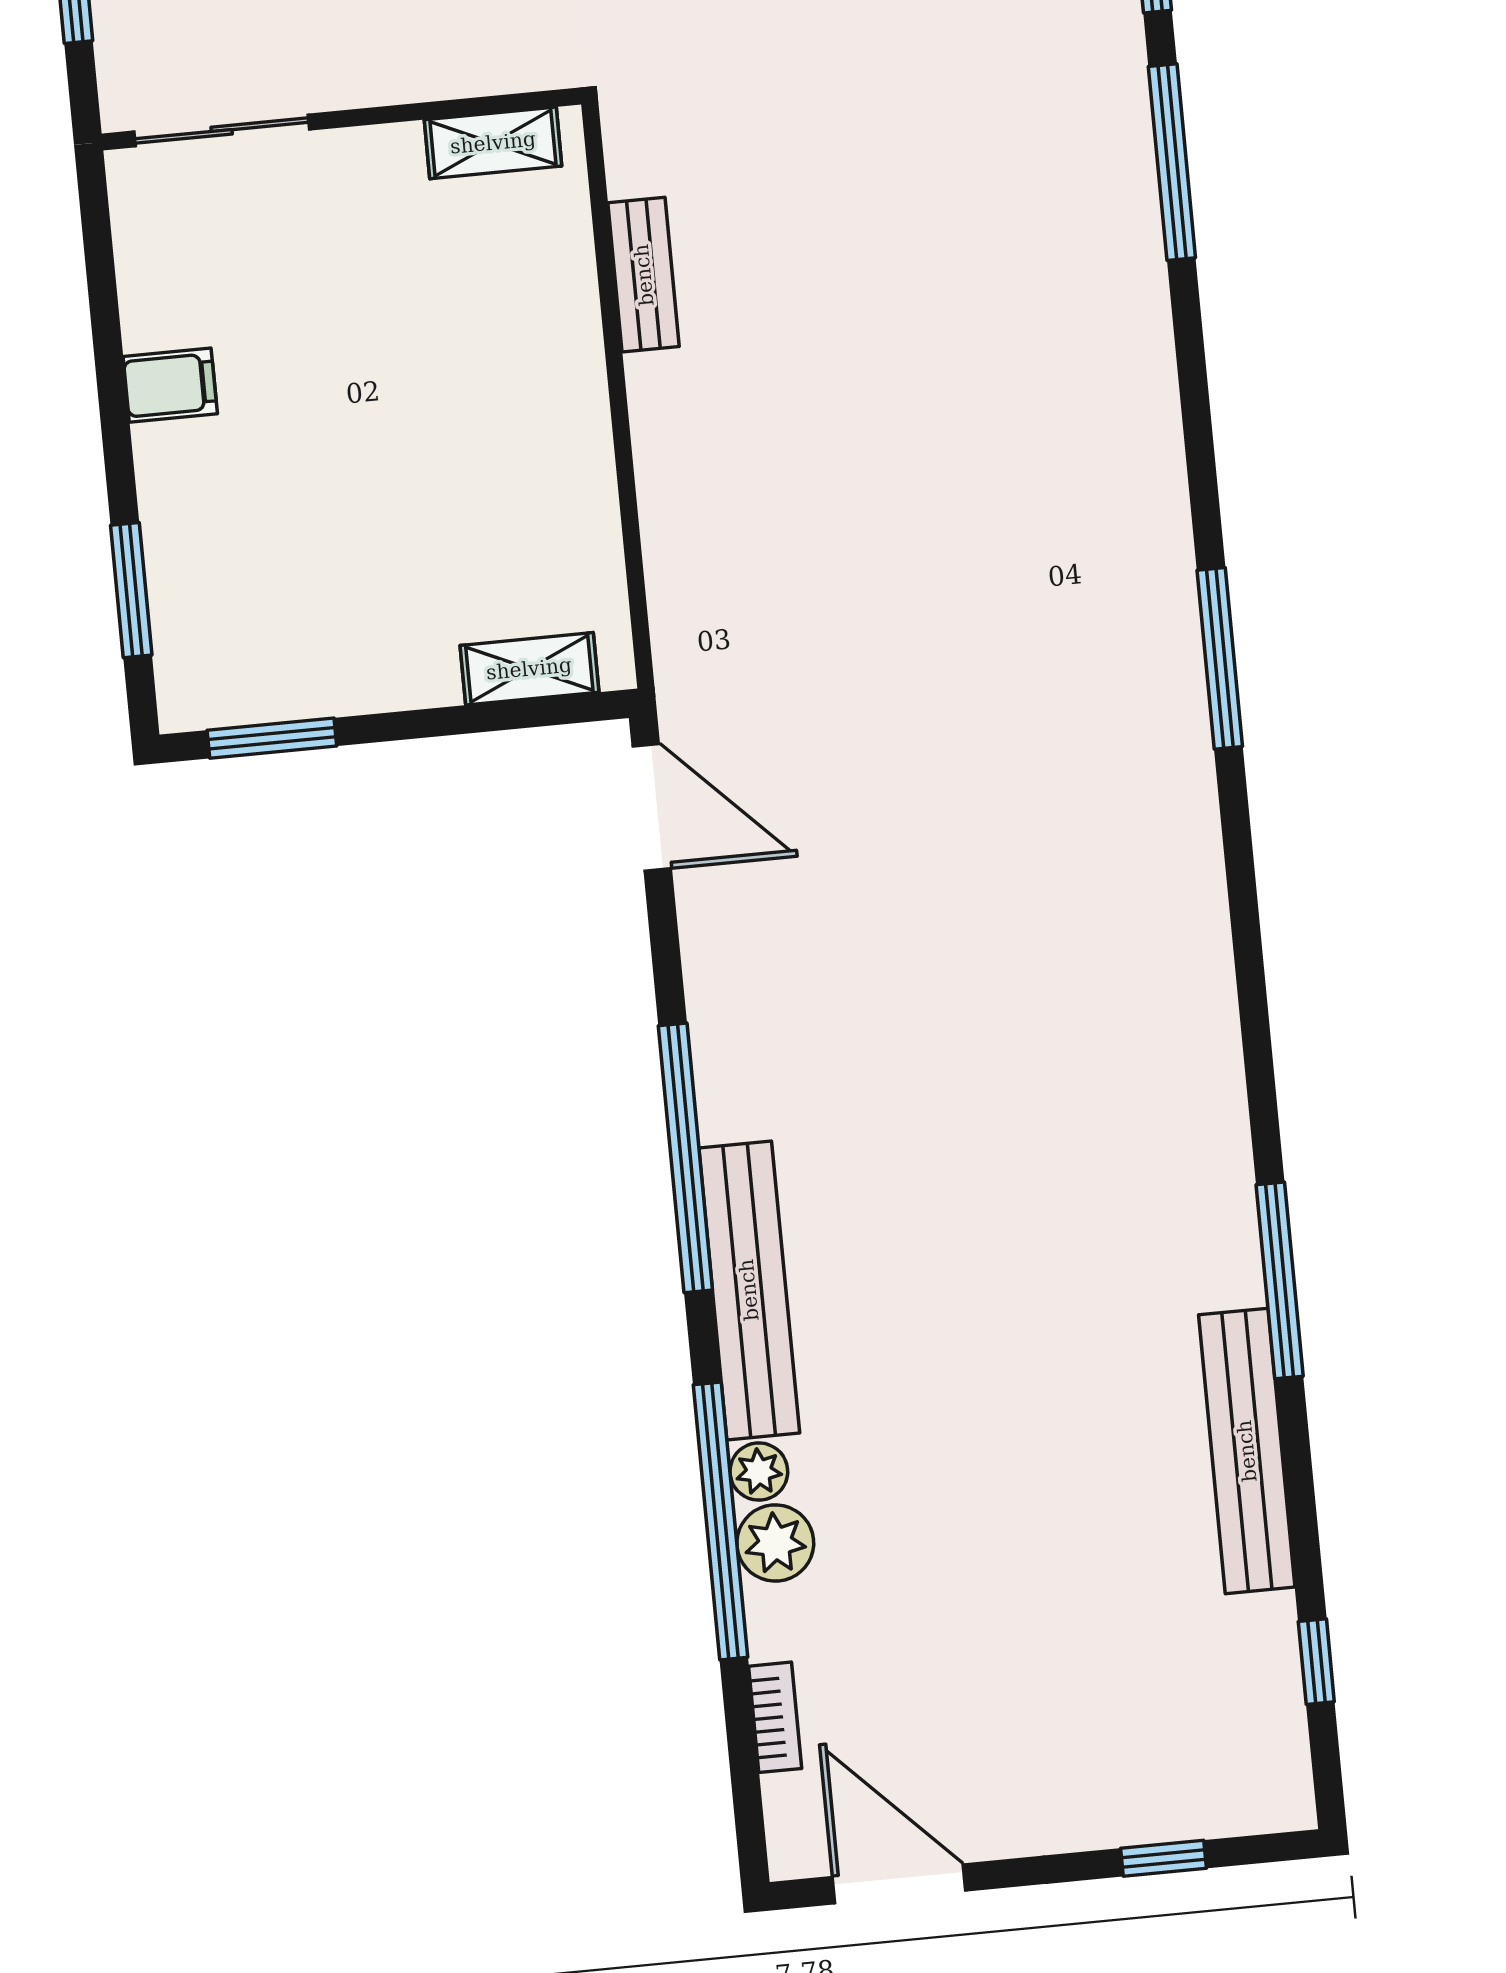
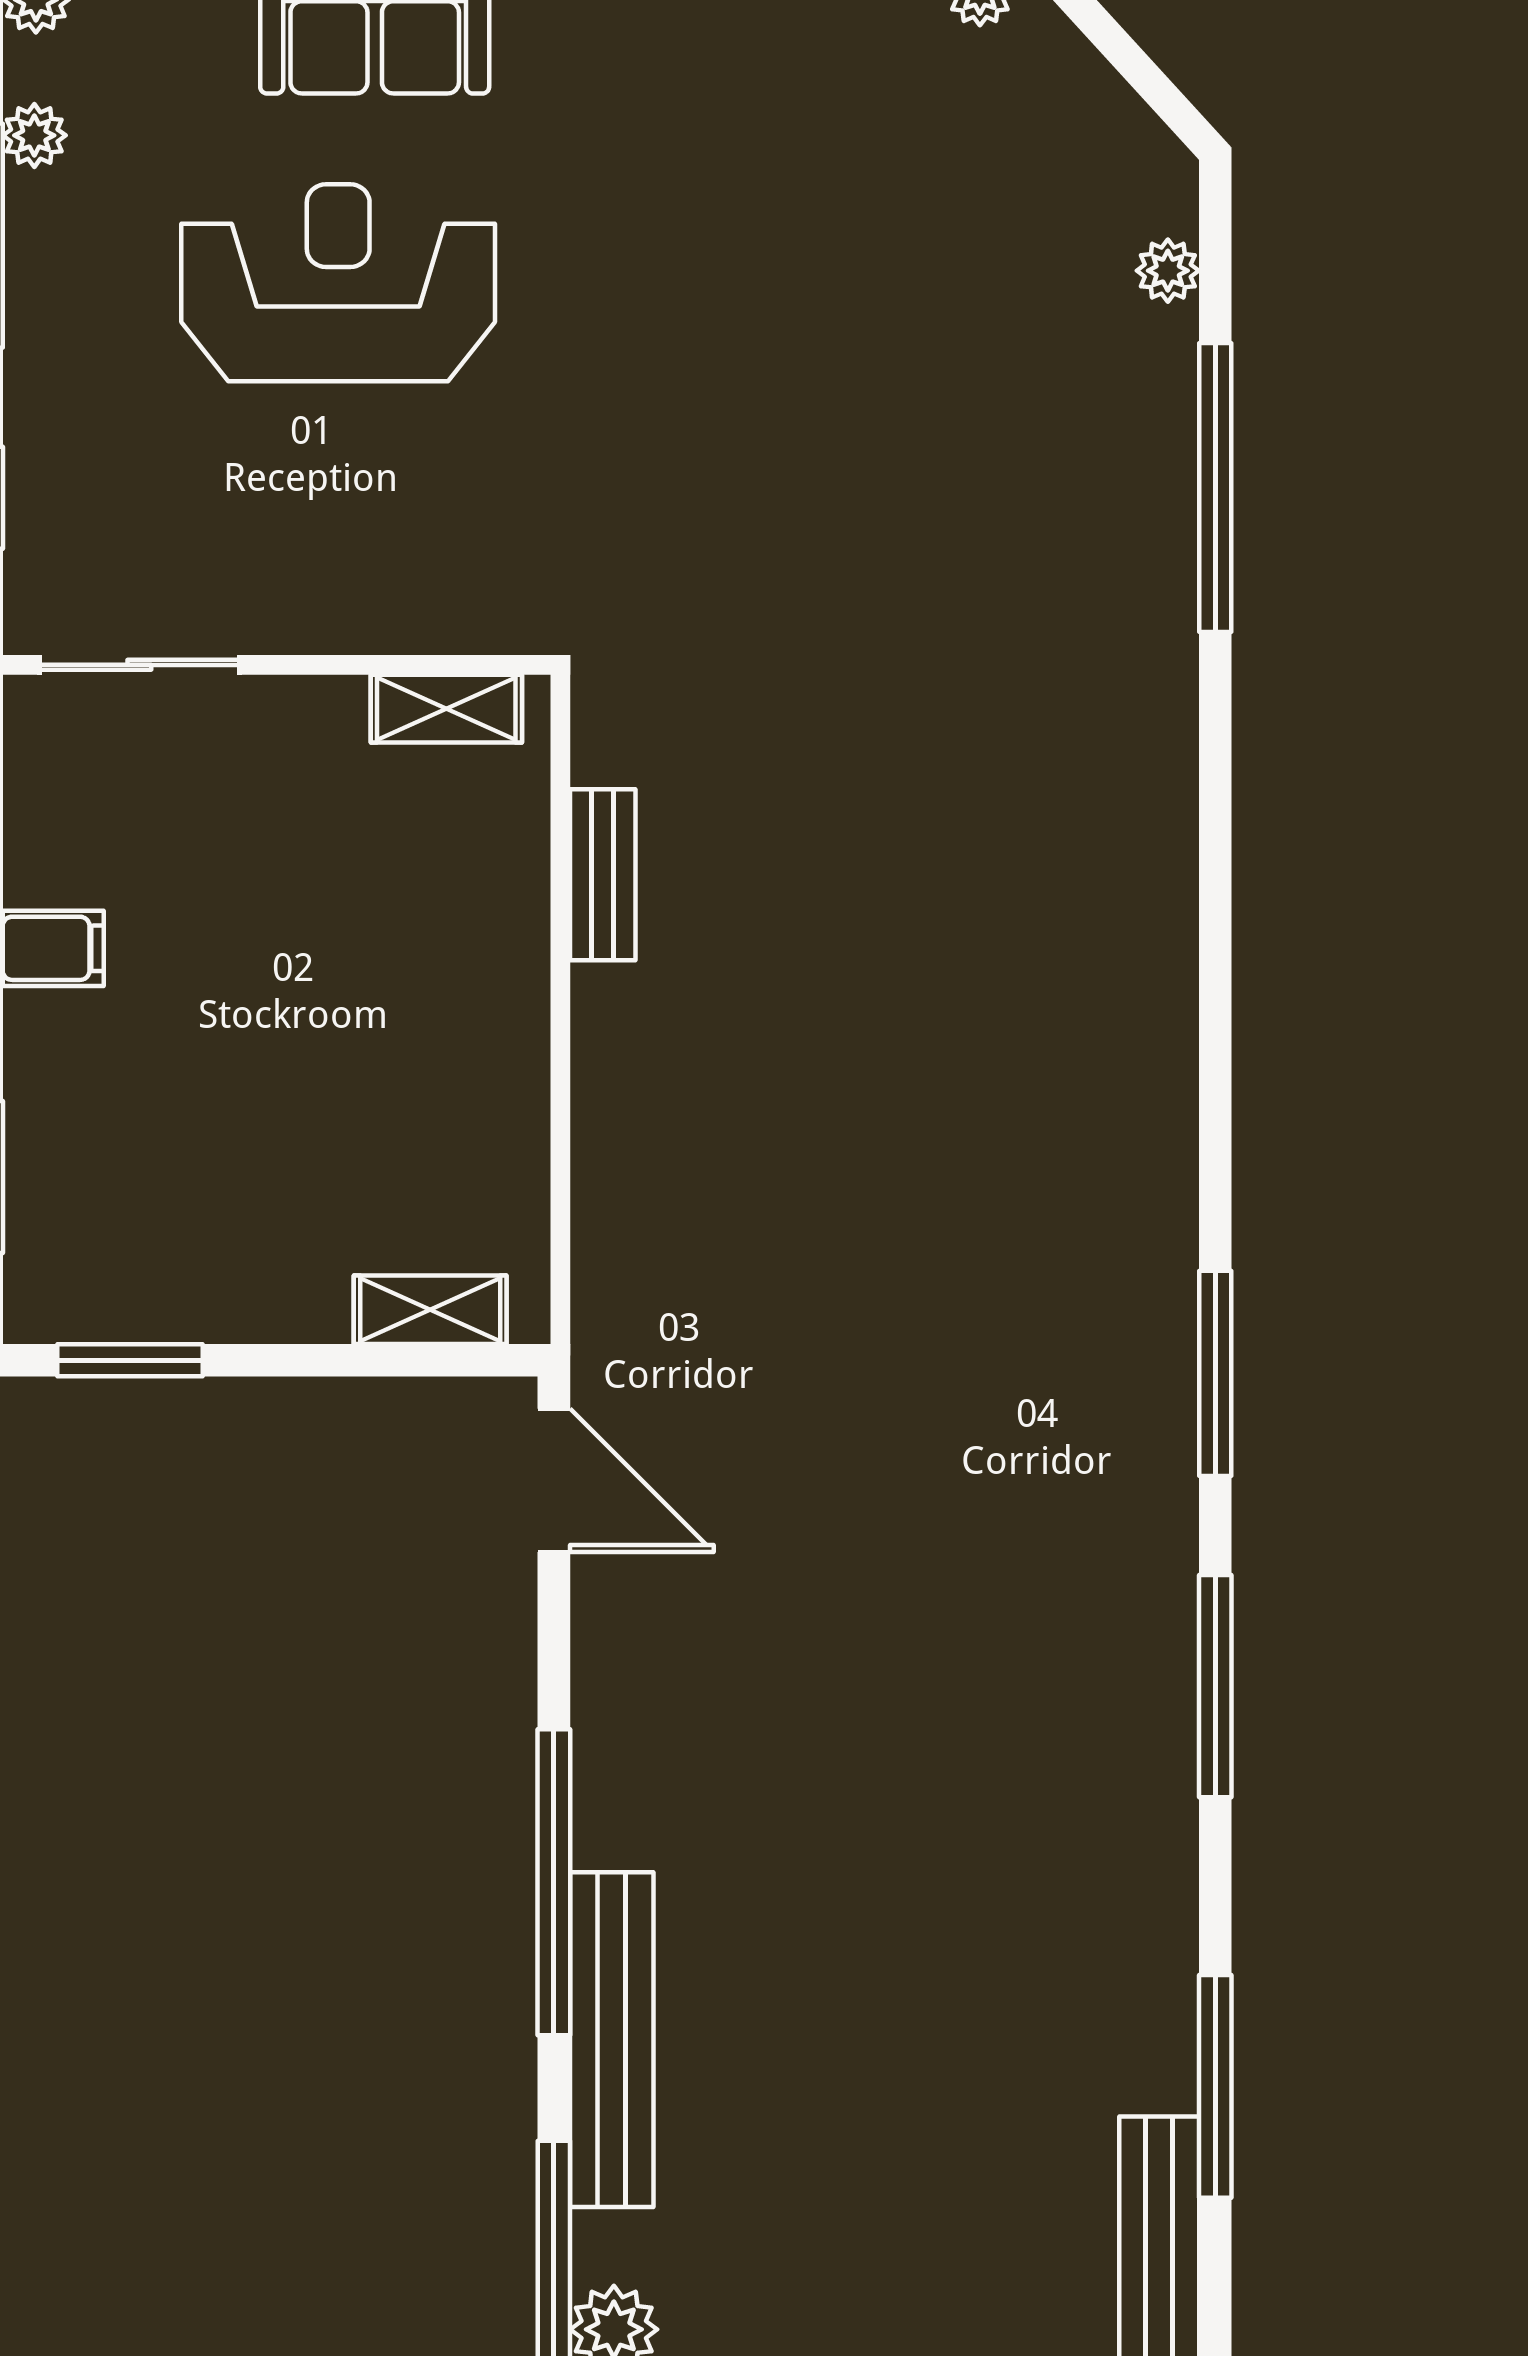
window: (1172, 162) -> (1215, 1686), moved
plant: (759, 1472) -> (603, 2246), removed

